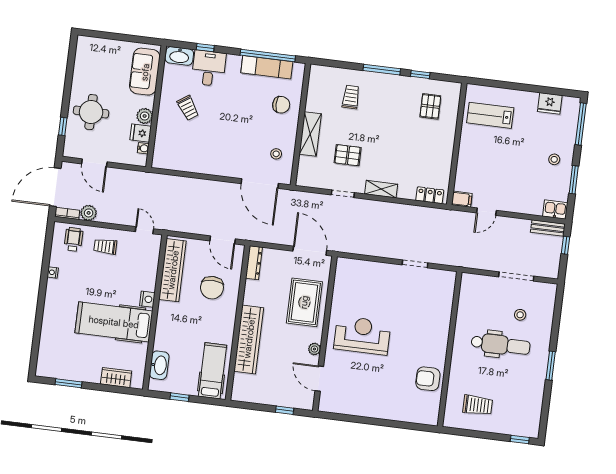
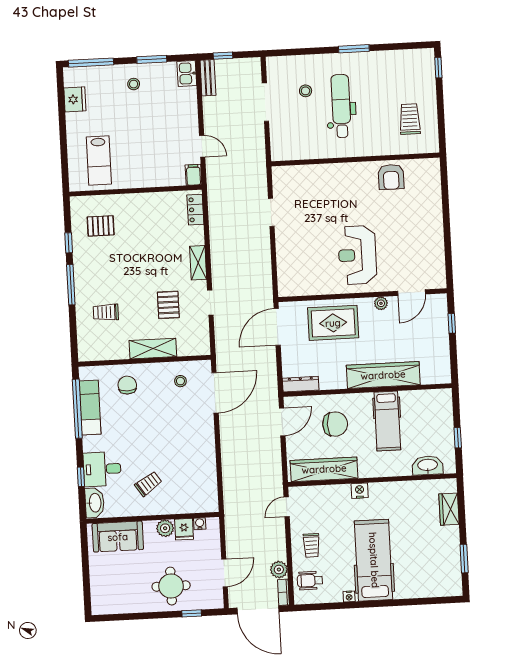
hospital bed: (114, 322) -> (374, 560), moved, turned 180
hospital bed: (213, 371) -> (387, 421), moved, turned -90

